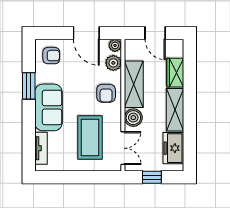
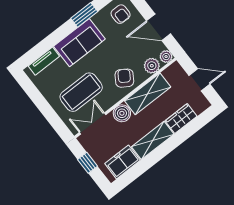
door: (86, 33) -> (159, 27), hinge flipped
door: (155, 33) -> (199, 80), swing flipped
armchair: (106, 93) -> (124, 78), turned 123
double door: (123, 148) -> (93, 123), swing flipped

